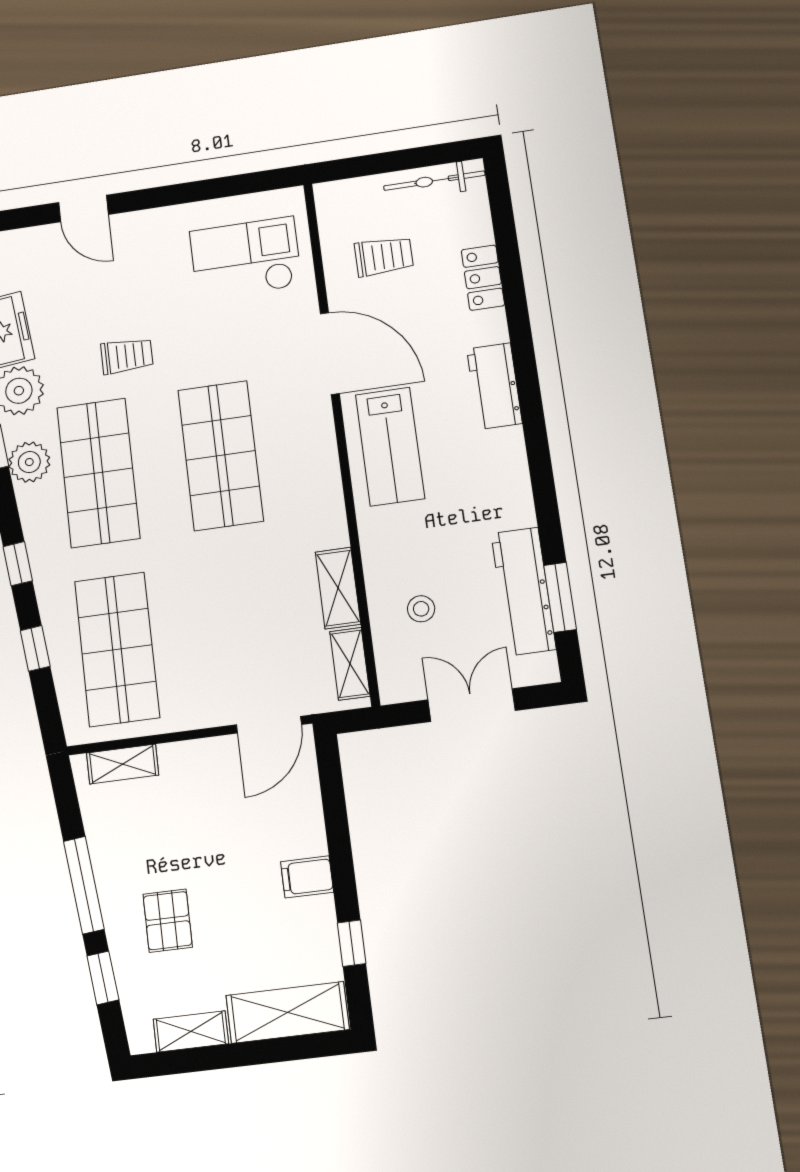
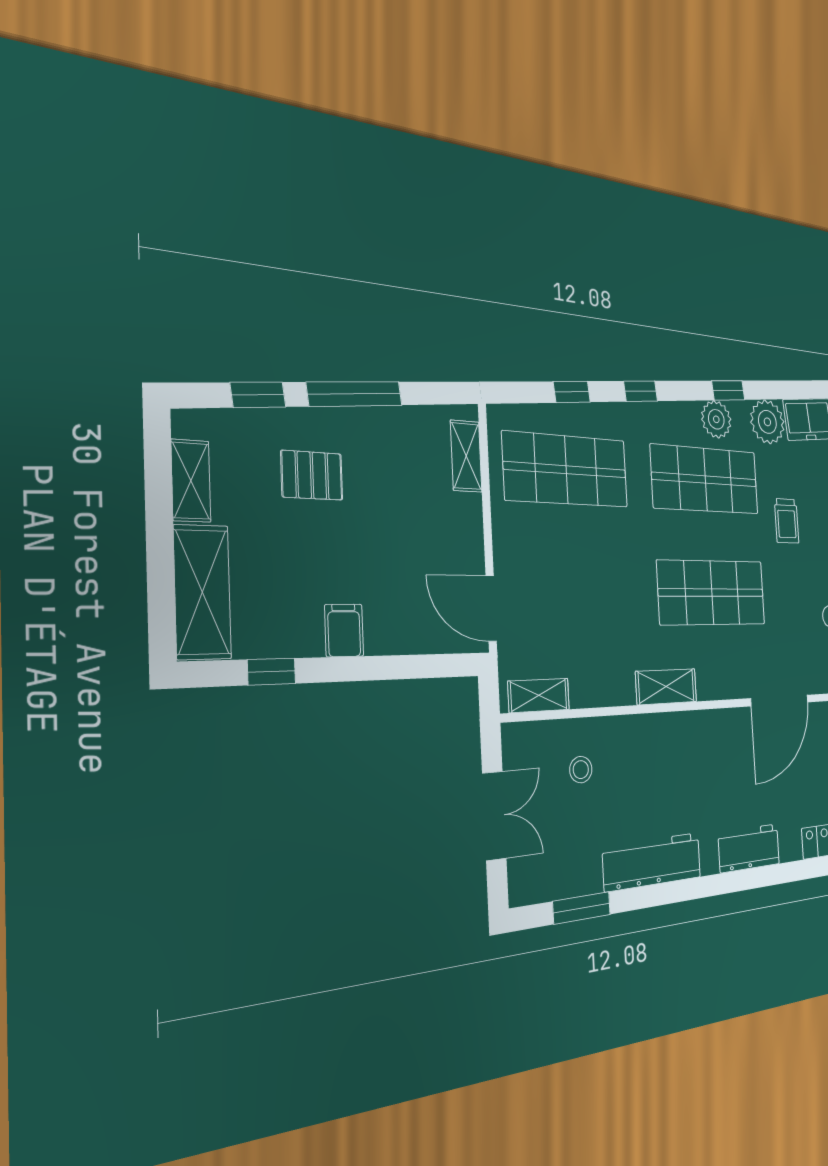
lab bench: (390, 446) -> (710, 749), removed
shelving: (338, 588) -> (666, 687), moved
workbench: (523, 591) -> (652, 862), moved

